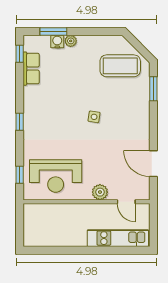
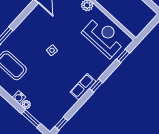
water cooler: (57, 42) -> (19, 97), moved
row of seats: (31, 69) -> (83, 87), moved

